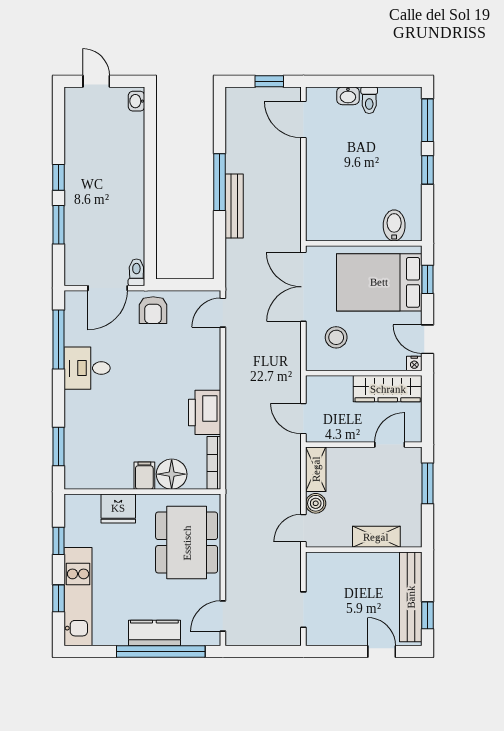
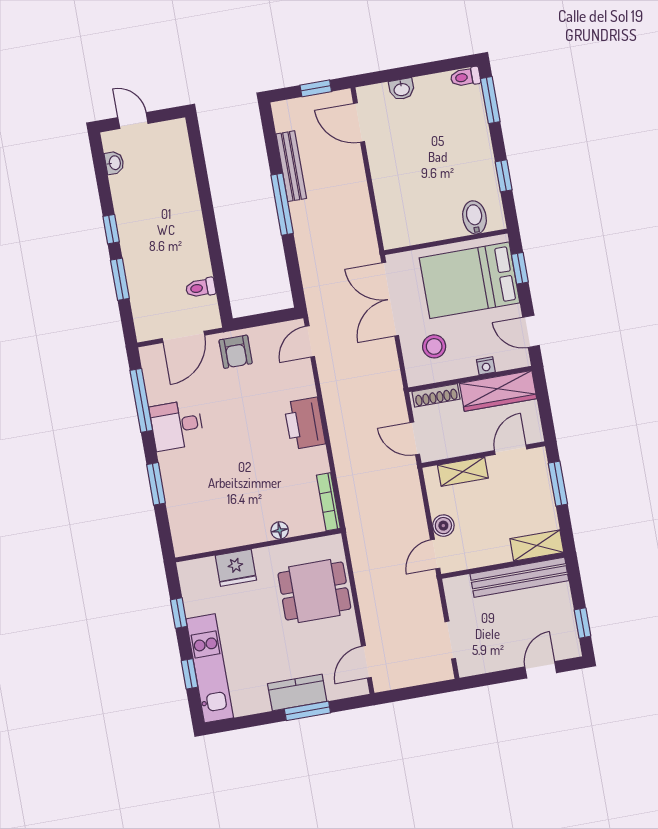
toilet: (369, 100) -> (465, 77), moved, turned 90
washbasin: (137, 101) -> (114, 163), moved, turned 180
window: (428, 170) -> (504, 176), moved
bench: (234, 206) -> (291, 166), moved
toilet: (136, 272) -> (201, 288), moved, turned -90
nightstand: (414, 364) -> (486, 366), moved
shoe rack: (330, 383) -> (436, 395), added
printer: (205, 412) -> (305, 423), moved
window: (59, 446) -> (156, 484), moved
shelving: (316, 469) -> (463, 472), moved, turned 90
floor lamp: (172, 474) -> (280, 530), width x0.53, depth x0.53
filing cabinet: (144, 476) -> (257, 528), removed
shelving: (376, 537) -> (537, 546), moved
dining table: (187, 543) -> (314, 591), width x0.73
bench: (411, 597) -> (519, 577), moved, turned 90
window: (161, 651) -> (307, 711), width x0.47
door: (382, 651) -> (541, 670), hinge flipped

